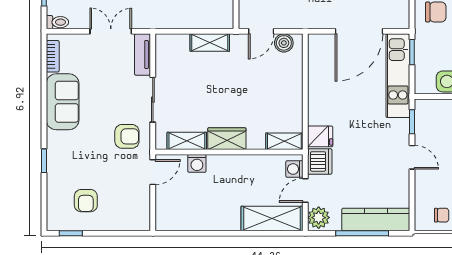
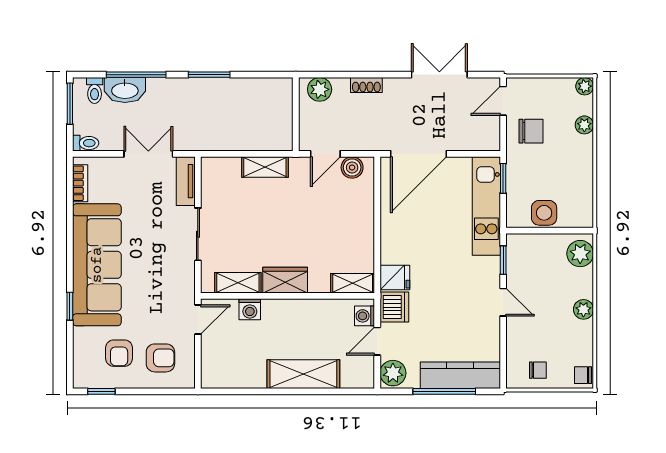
door: (359, 31) -> (419, 154), moved
sofa: (63, 102) -> (97, 265), width x1.85, depth x1.27
armchair: (127, 136) -> (160, 358), moved
shelving: (272, 218) -> (303, 374), moved

